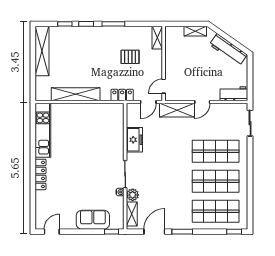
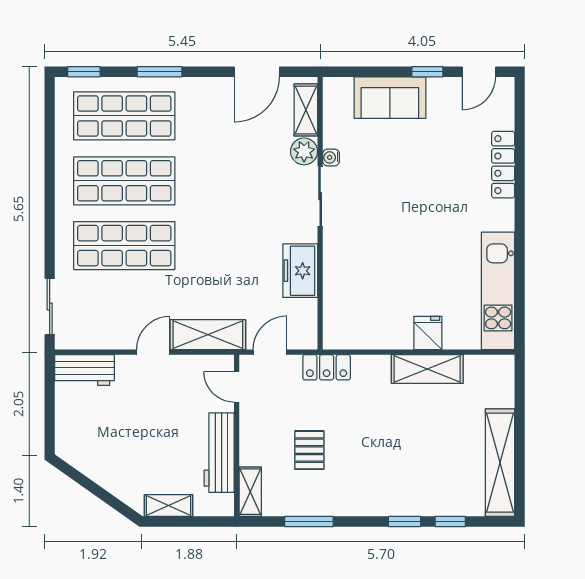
window: (113, 24) -> (309, 521), moved
workbench: (228, 50) -> (219, 453), moved, turned -125
pallet: (130, 57) -> (309, 450), turned 90
door: (164, 86) -> (237, 387), swing flipped
shelving: (76, 94) -> (427, 369), width x0.68
fridge: (75, 111) -> (428, 333), added
locker: (41, 174) -> (503, 165), moved
window: (111, 232) -> (427, 72), moved
window: (182, 232) -> (160, 72), moved

